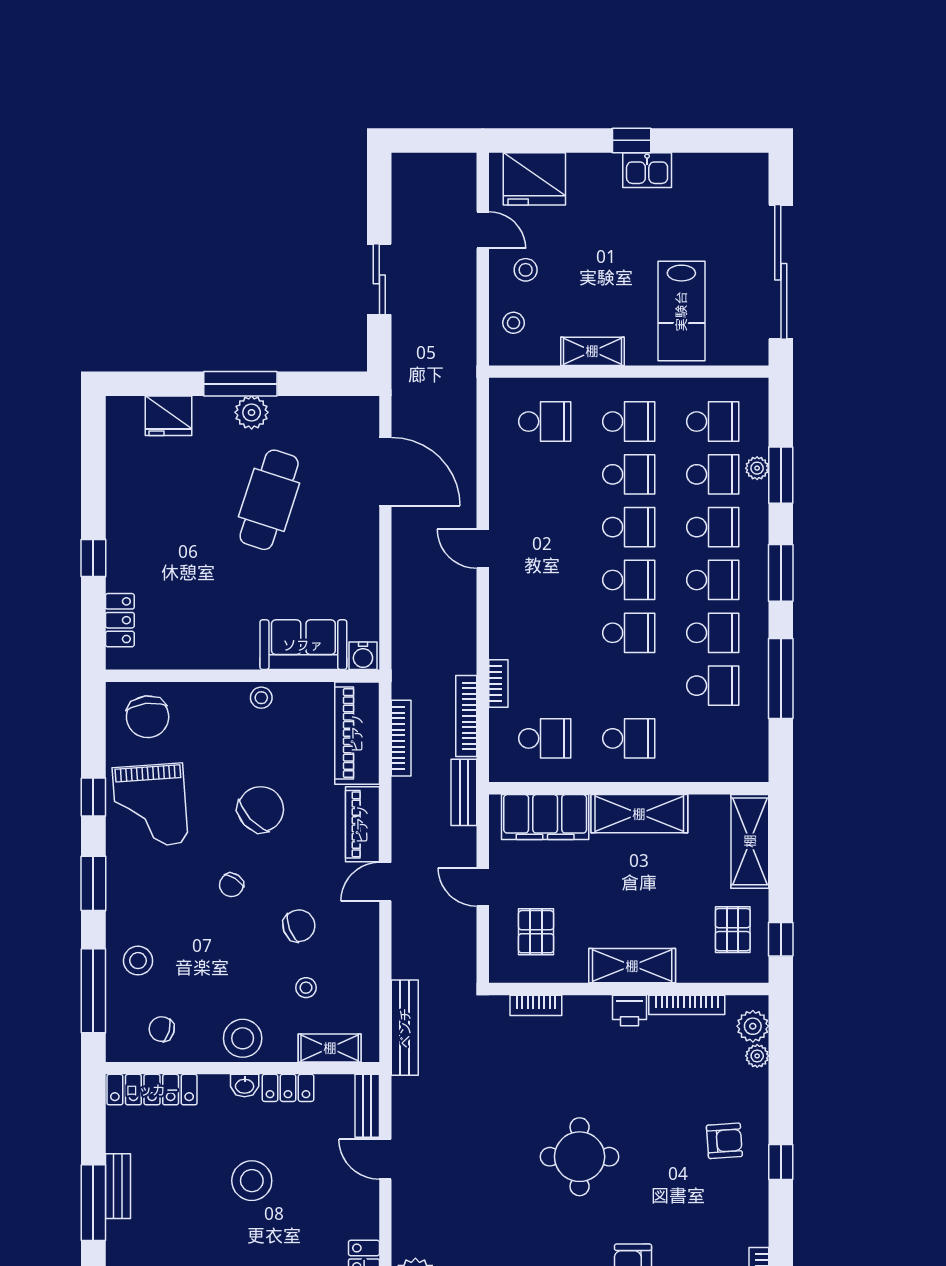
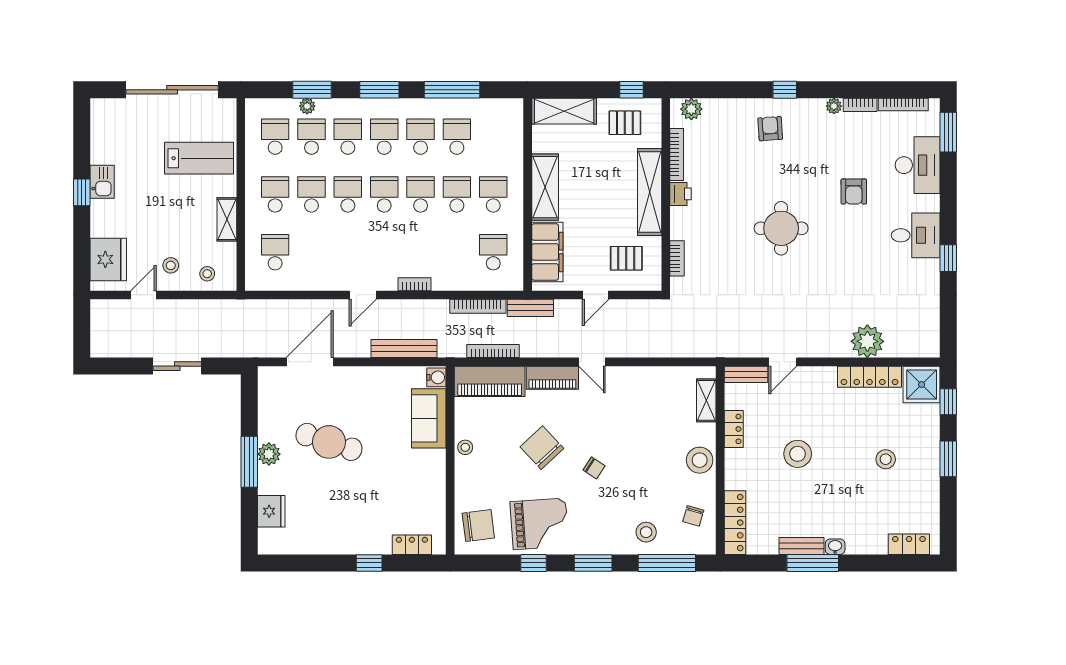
bookcase: (498, 684) -> (414, 284), moved
school desk: (629, 686) -> (457, 194), added
chair: (299, 926) -> (622, 421), removed
shelving: (632, 966) -> (650, 192), width x1.47
stool: (306, 988) -> (665, 417), removed
bench: (405, 1028) -> (404, 349), moved
plant: (757, 1056) -> (834, 106), moved
washbasin: (245, 1086) -> (835, 547), moved, turned -90

